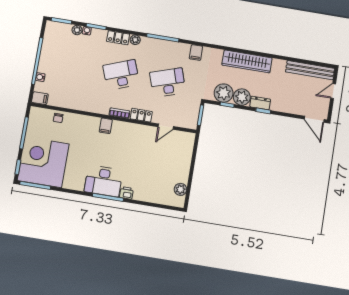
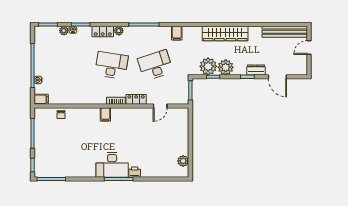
desk: (121, 75) -> (111, 65), turned 30
dresser: (260, 103) -> (256, 70), moved
door: (314, 119) -> (277, 77), moved
corner desk: (43, 162) -> (55, 157), removed

